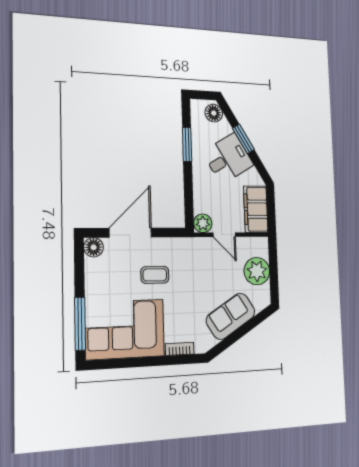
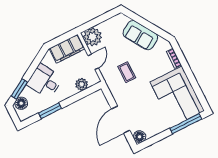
window: (243, 139) -> (19, 89), moved
plant: (203, 223) -> (82, 84), moved
door: (130, 233) -> (121, 120), hinge flipped
plant: (257, 271) -> (93, 37), moved
coffee table: (155, 275) -> (127, 72), moved

